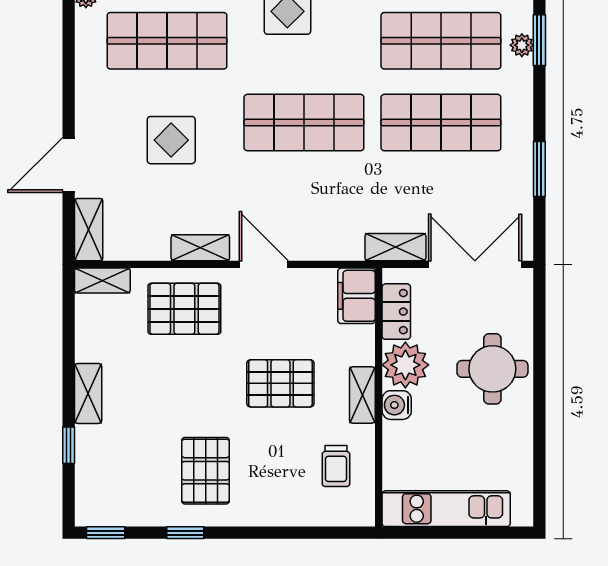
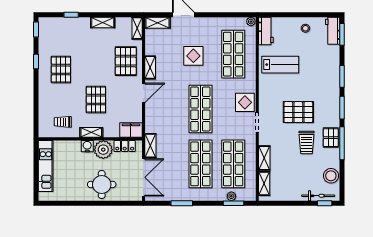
shelving: (88, 393) -> (103, 22), moved
pallet: (206, 471) -> (61, 70), turned 90

